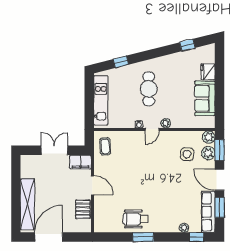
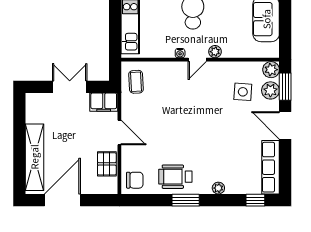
window: (220, 207) -> (285, 162), removed
chair: (104, 222) -> (135, 180), added
plant: (184, 228) -> (218, 188), moved

